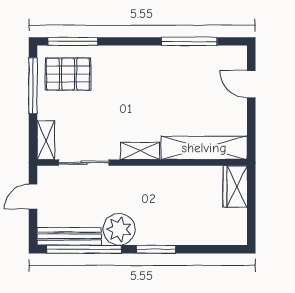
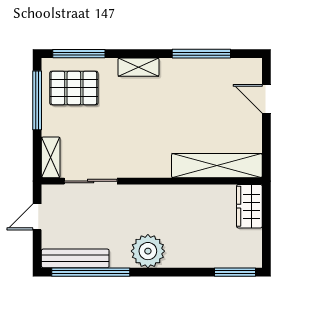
shelving: (140, 151) -> (138, 67), moved
plant: (119, 229) -> (148, 251), moved
window: (156, 249) -> (235, 272), moved

